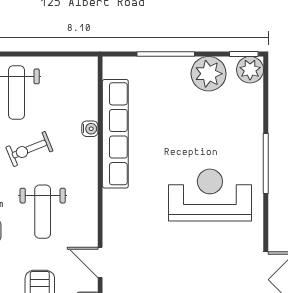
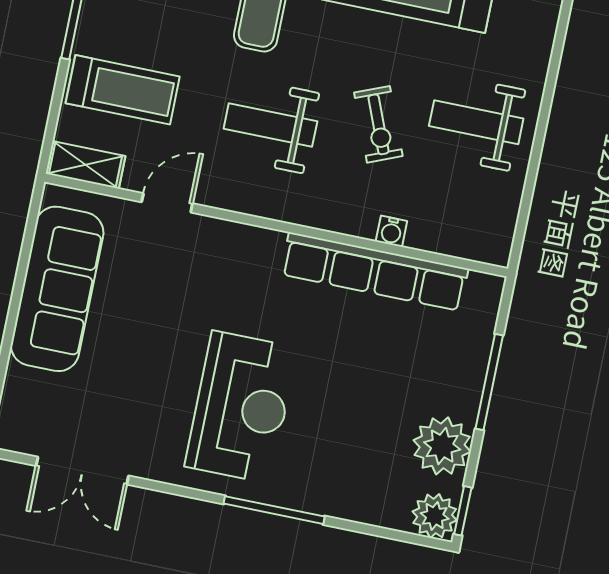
exercise bike: (29, 149) -> (378, 124), turned 180

